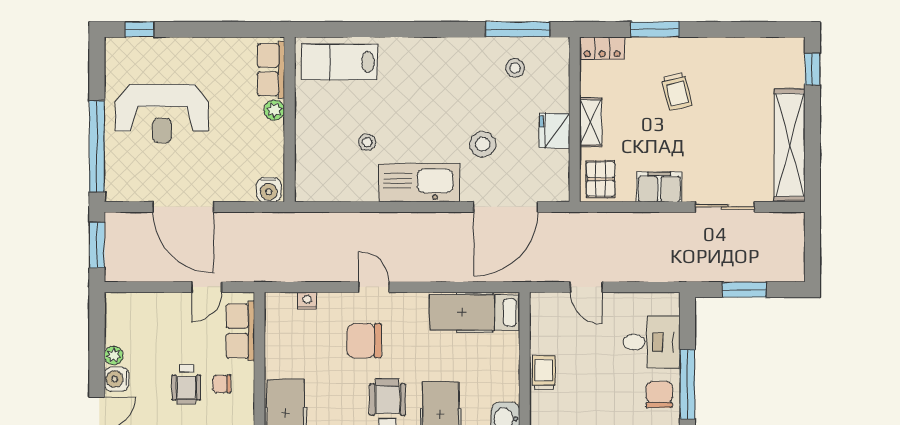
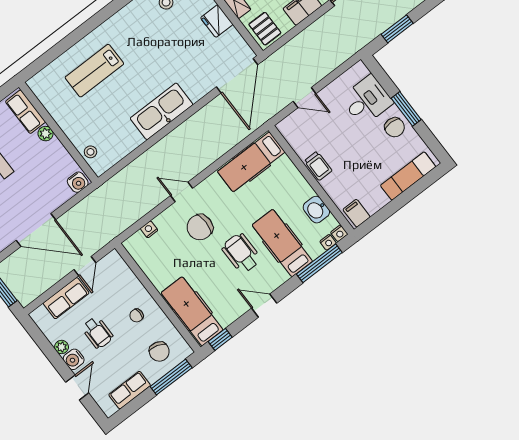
lab bench: (339, 62) -> (94, 71), moved
stool: (367, 142) -> (90, 152), moved
stool: (483, 144) -> (181, 61), removed
door: (506, 207) -> (237, 76), moved
row of seats: (240, 331) -> (66, 298), moved, turned -90
trolley: (544, 373) -> (318, 166), turned 180
wheelchair: (186, 384) -> (98, 333), moved
window: (687, 384) -> (406, 109), width x0.69
chair: (659, 395) -> (395, 127), turned 180

